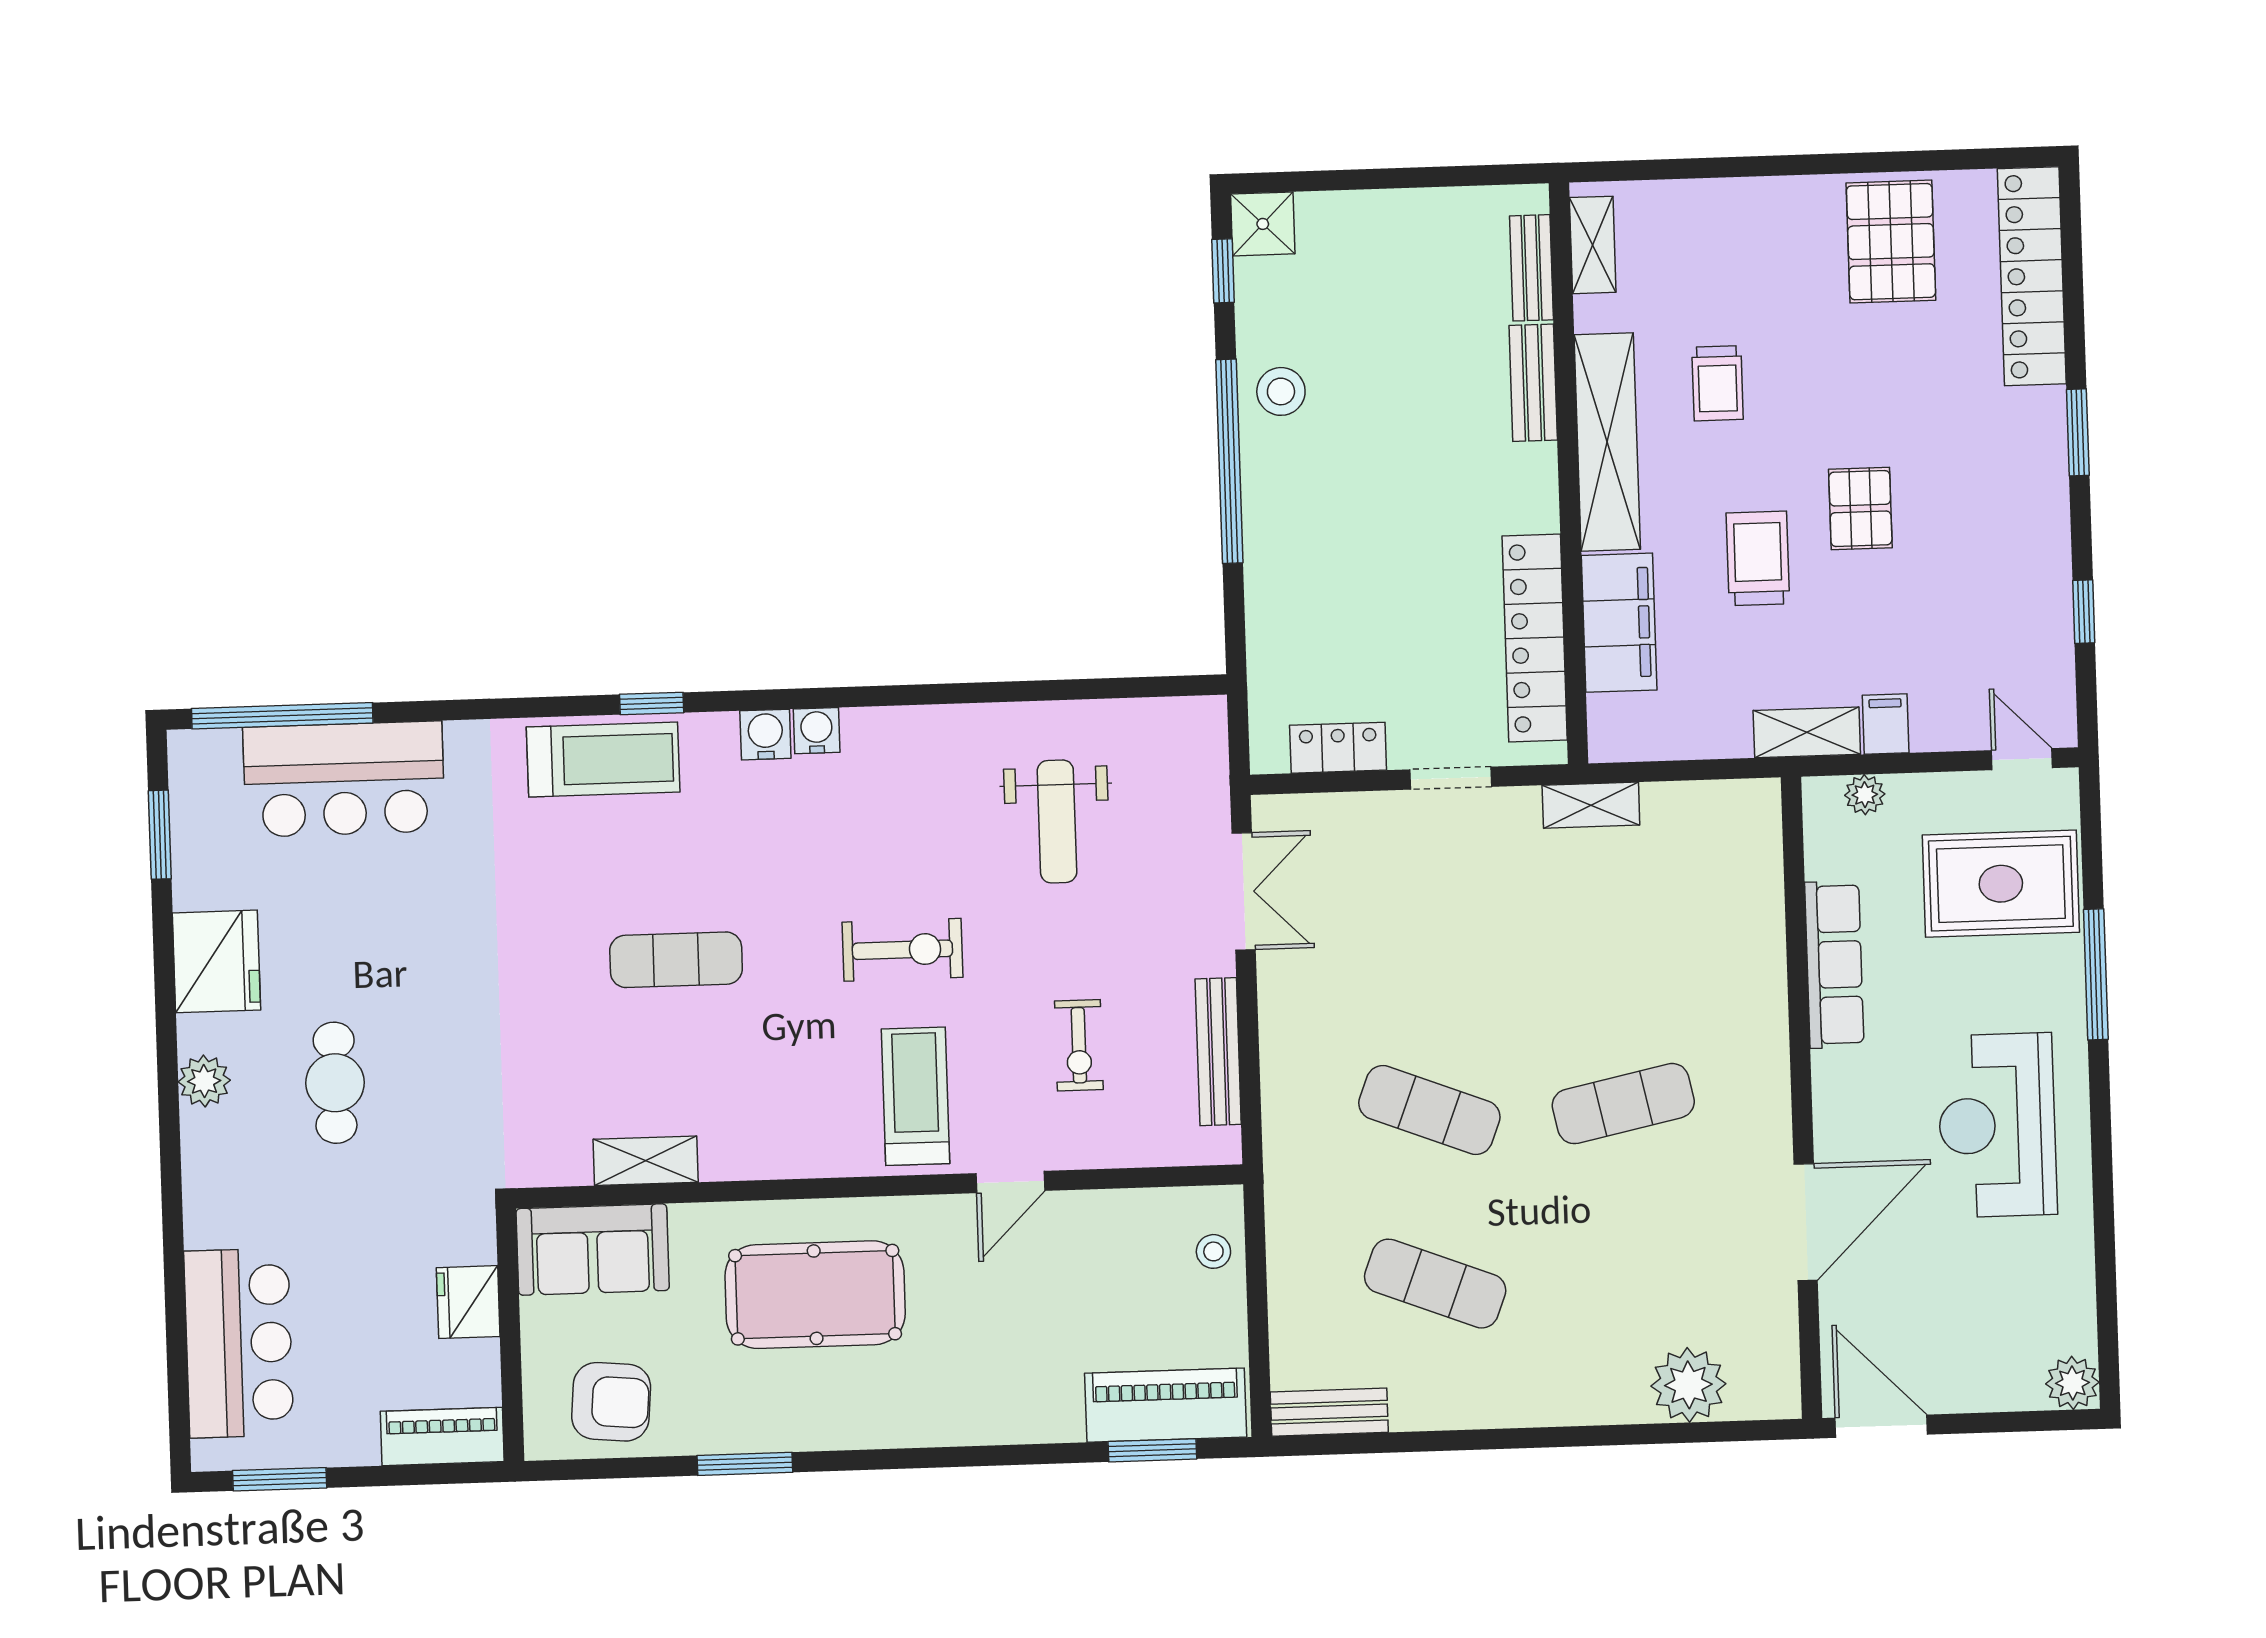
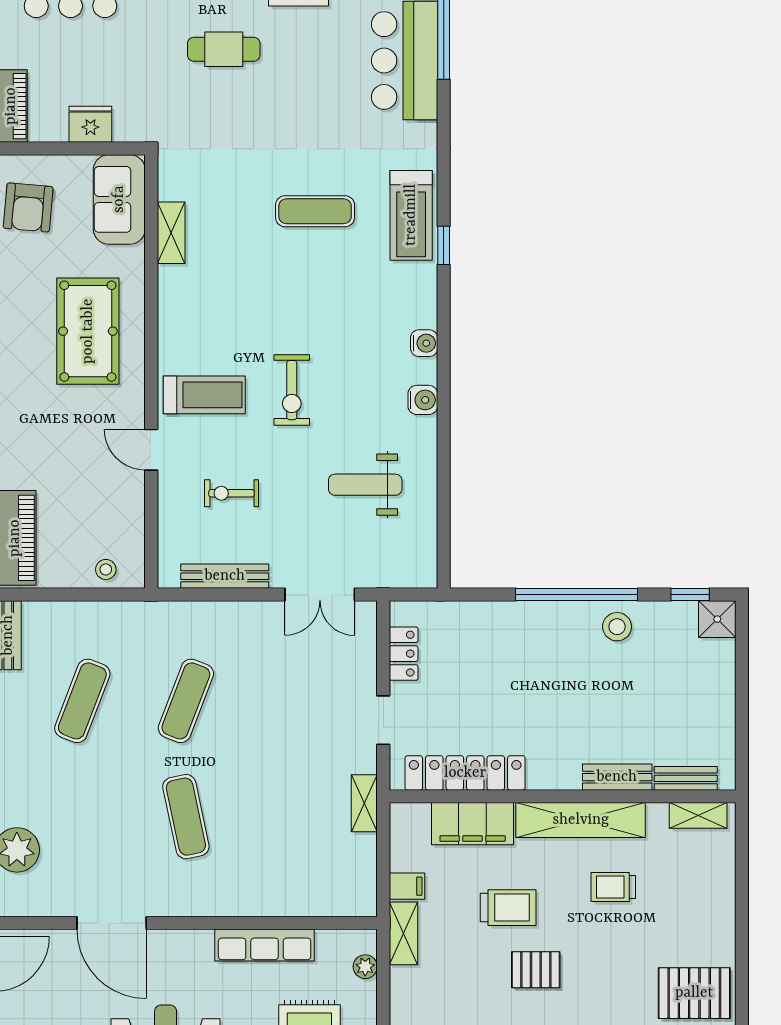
filing cabinet: (1886, 724) -> (407, 886), moved
water cooler: (765, 735) -> (423, 400), moved
exercise mat: (676, 960) -> (315, 211), moved, turned 90

